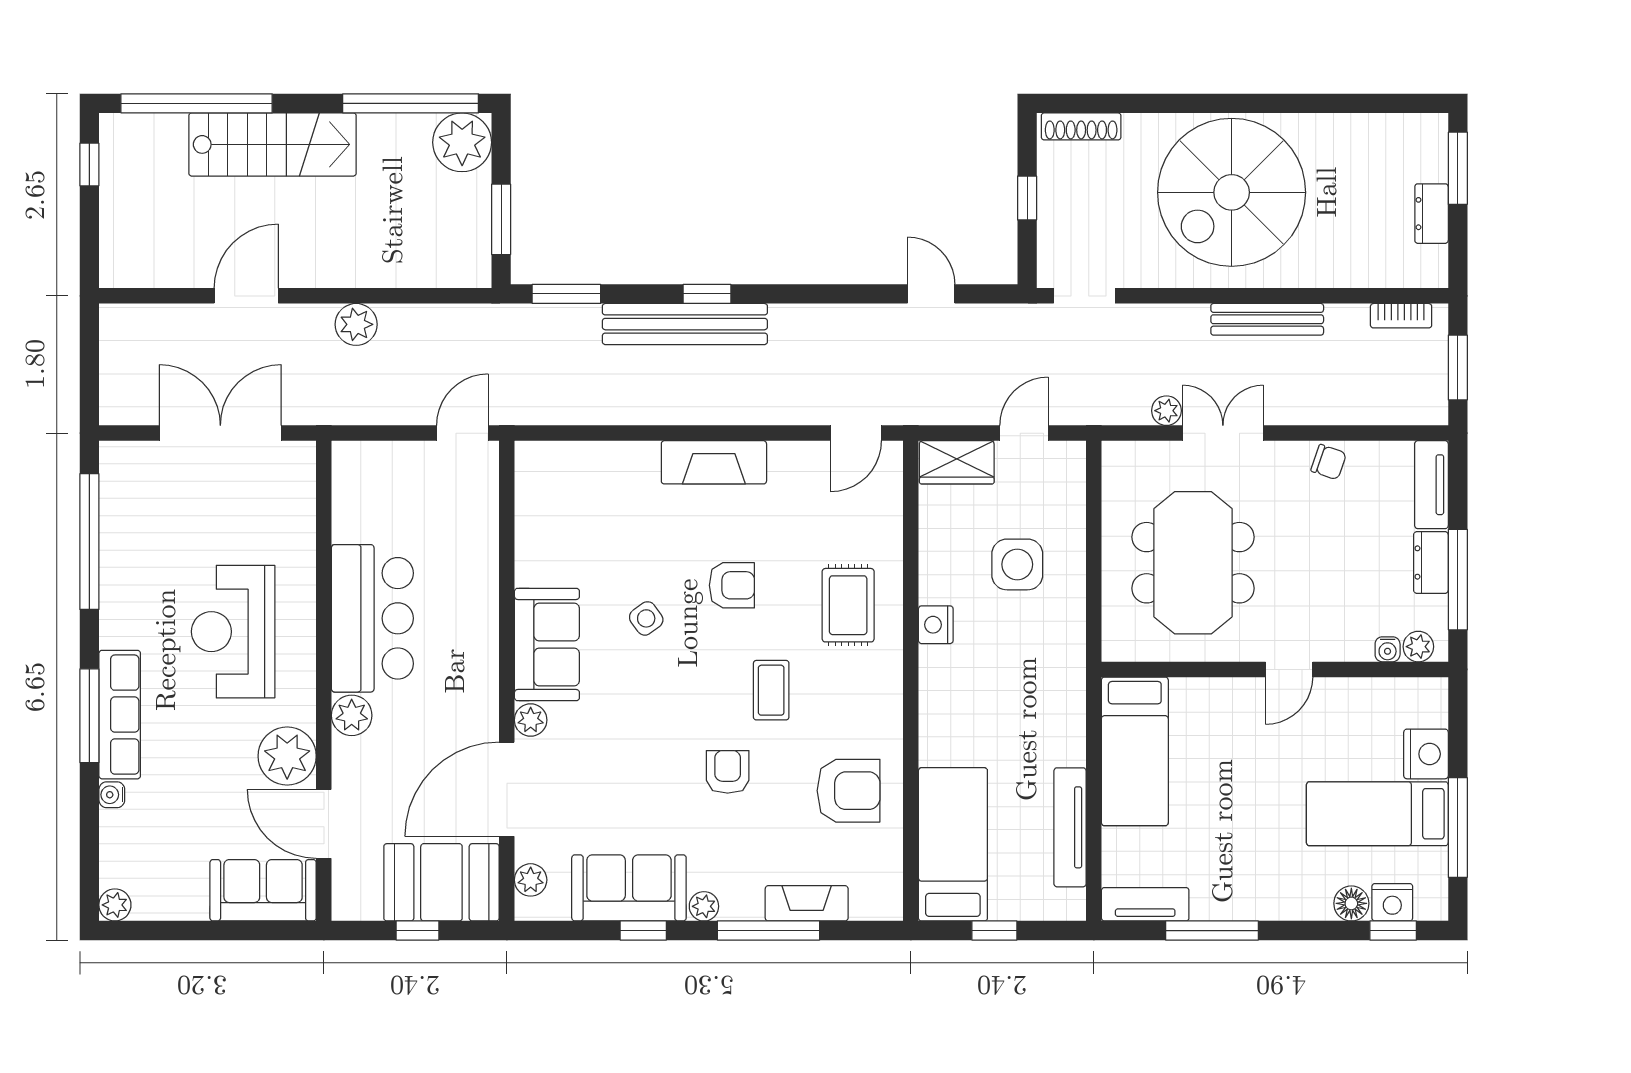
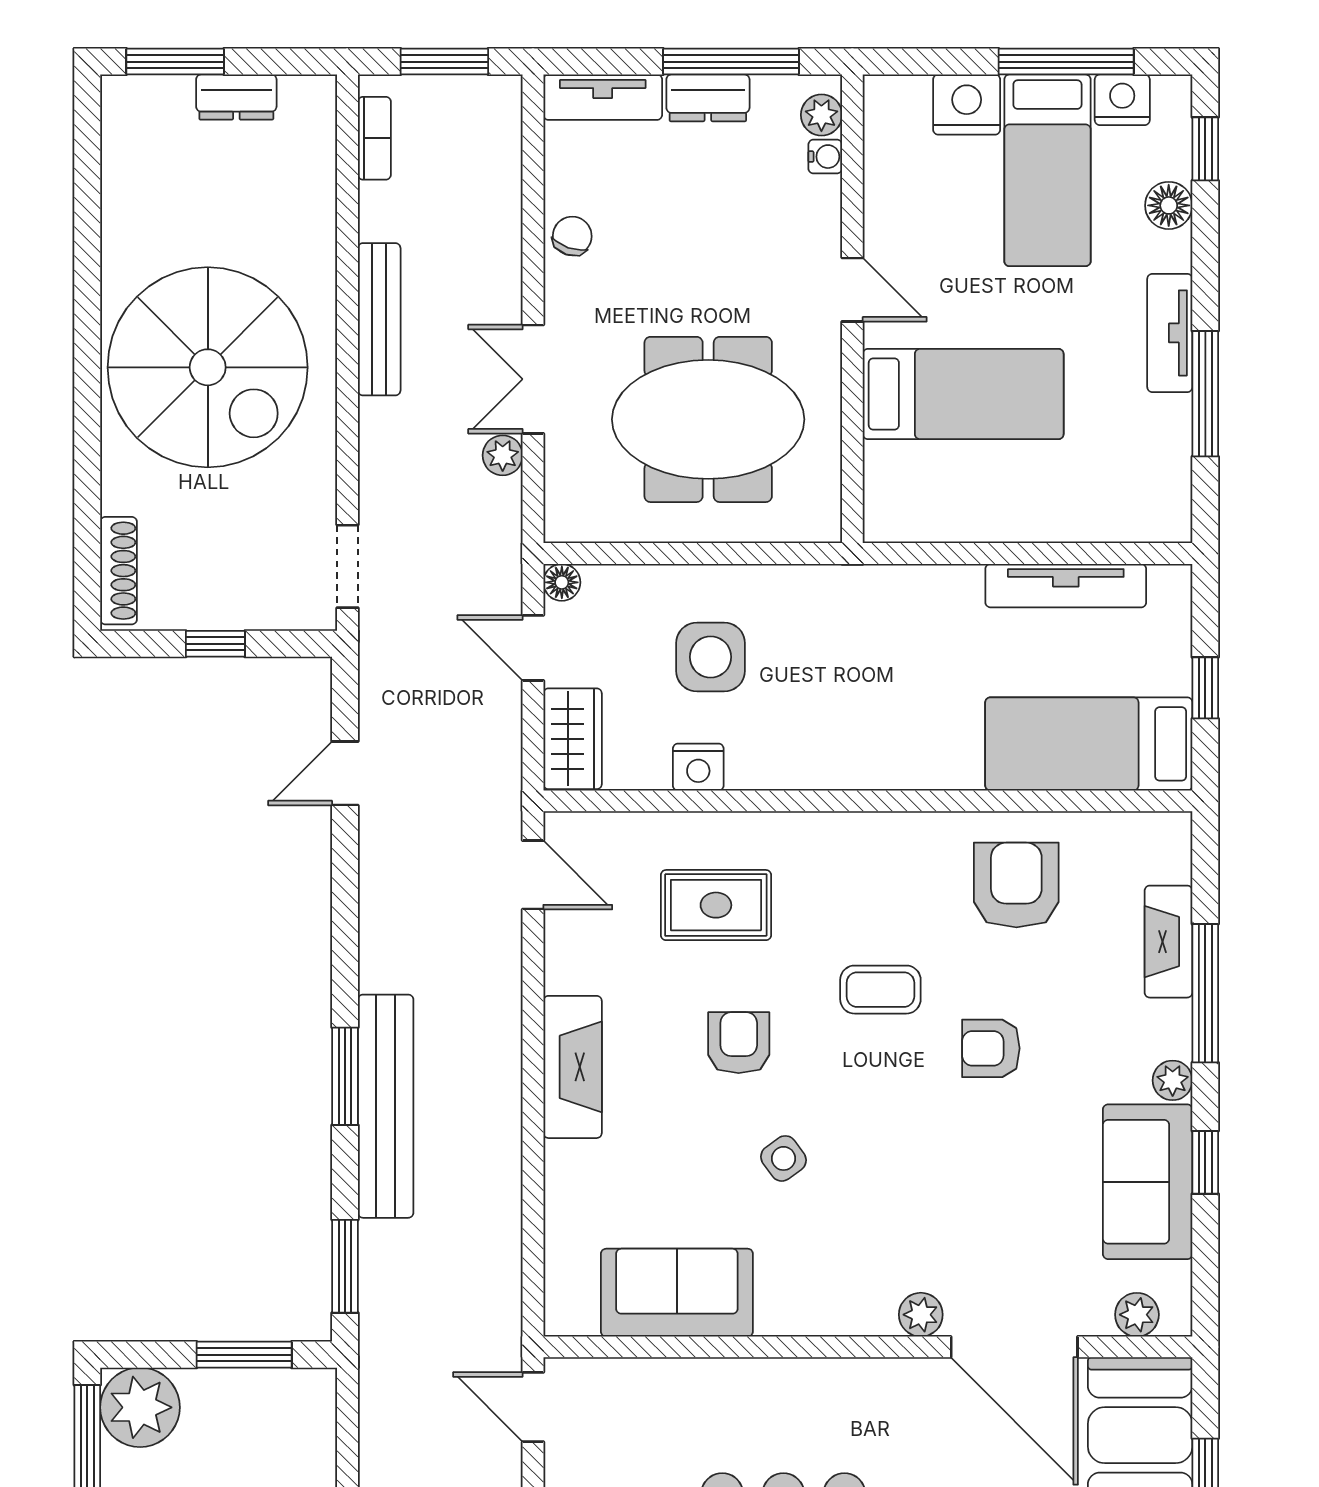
window: (707, 294) -> (345, 1076), width x1.50
floor lamp: (1072, 454) -> (562, 582), added
rug: (848, 605) -> (716, 905), moved
nightstand: (936, 625) -> (698, 767), moved
sofa: (547, 645) -> (677, 1293), moved
bed: (1135, 751) -> (963, 394), moved
nightstand: (1392, 902) -> (1122, 100), moved, turned -90
tv unit: (1145, 904) -> (1170, 333), moved

